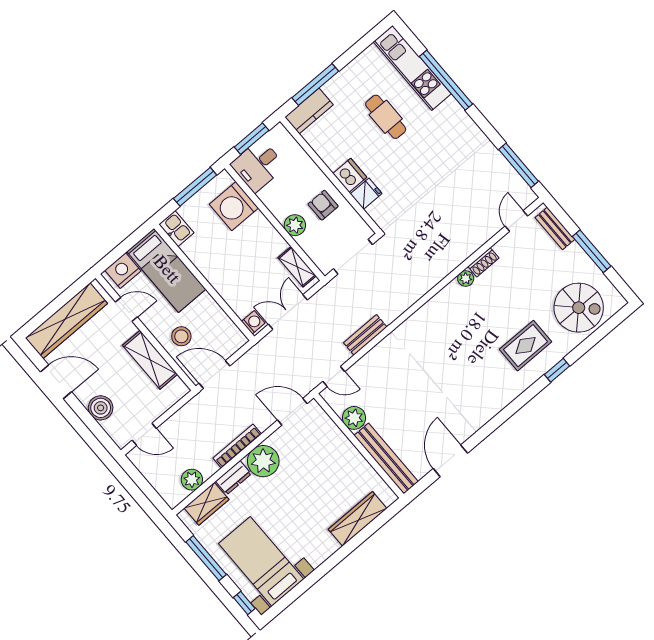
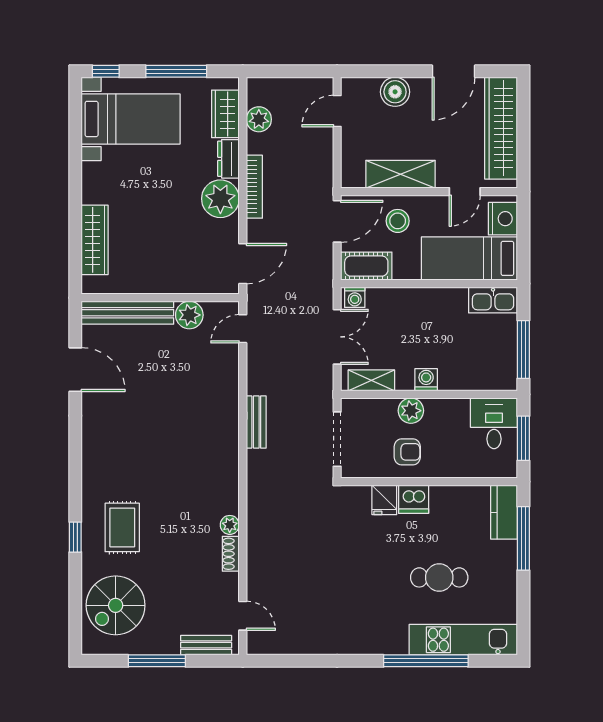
window: (519, 165) -> (292, 661), removed
washing machine: (234, 206) -> (426, 380), moved, width x0.53, depth x0.53
kitchen sink: (176, 229) -> (493, 300), width x1.38
cot: (227, 332) -> (366, 266), added
bench: (365, 335) -> (256, 422), moved

